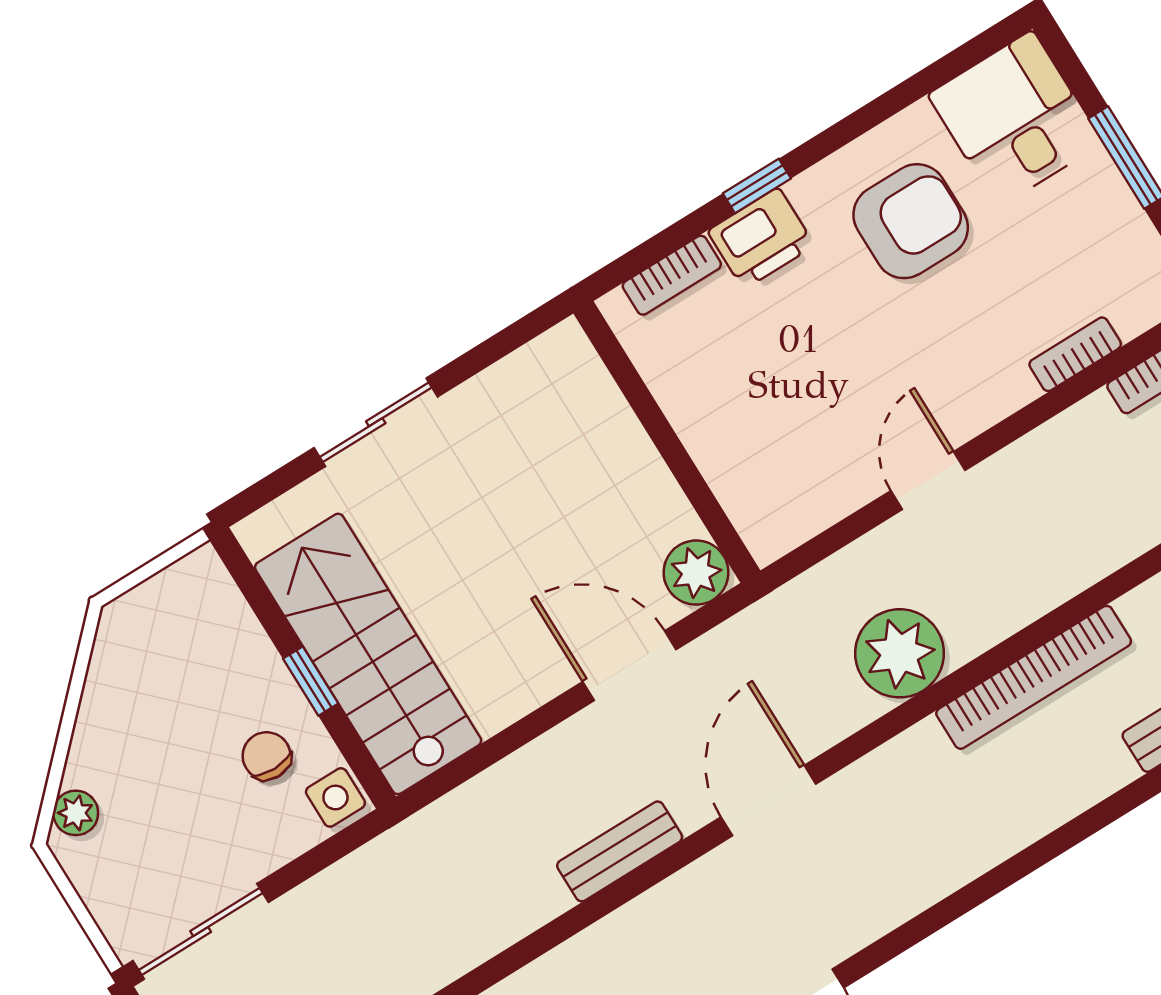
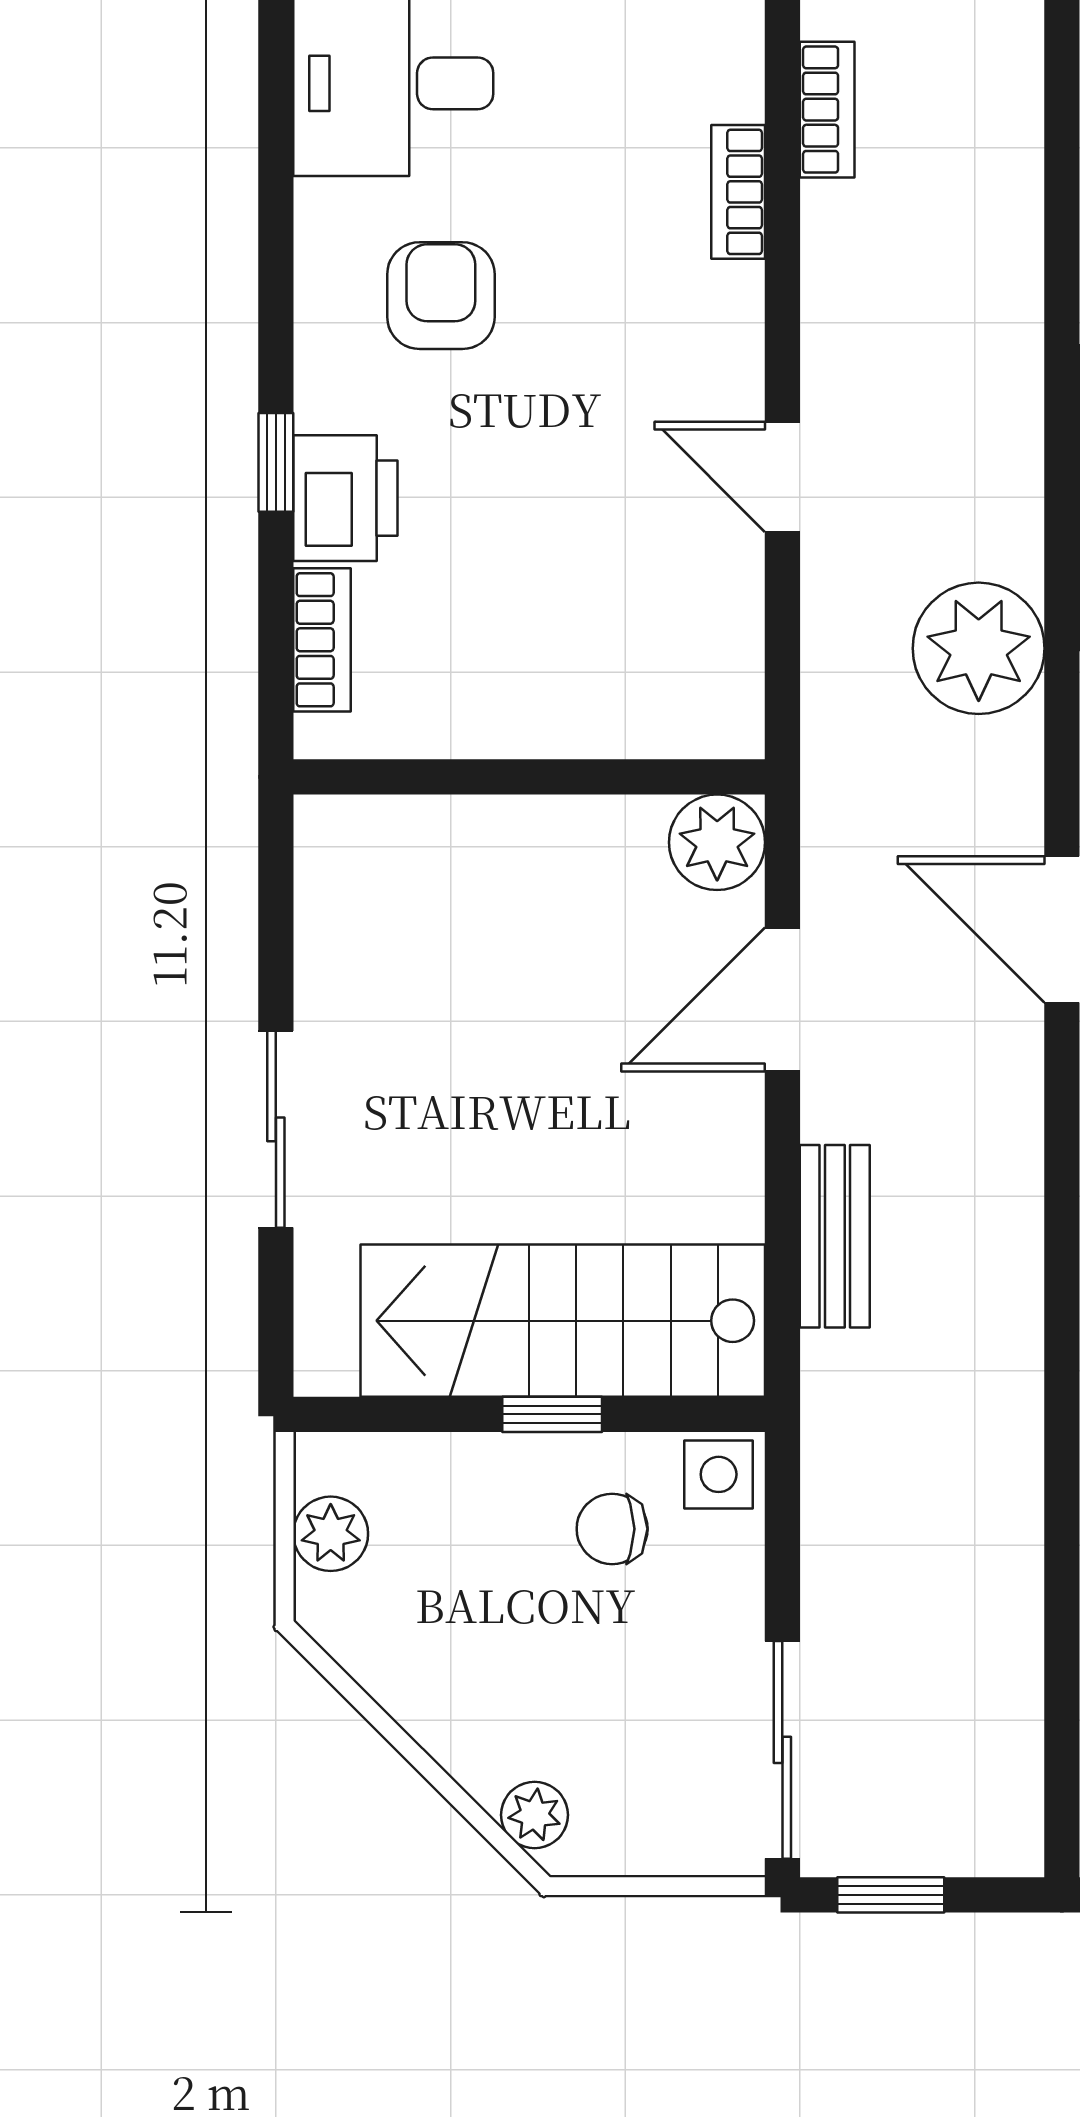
armchair: (911, 221) -> (441, 296), width x0.72, depth x0.72
plant: (164, 597) -> (331, 1534), added
bench: (620, 851) -> (835, 1236), moved

